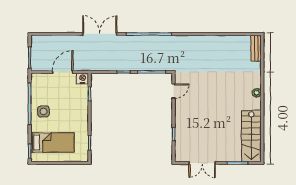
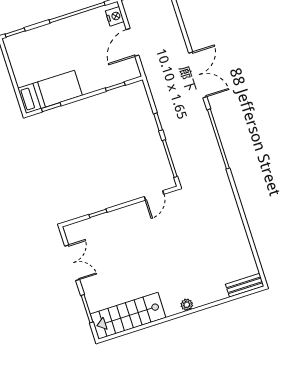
door: (63, 72) -> (133, 42), swing flipped
nightstand: (83, 79) -> (115, 16), moved
door: (174, 91) -> (154, 195), hinge flipped
side table: (43, 111) -> (73, 34), removed
bed: (52, 142) -> (50, 92), moved, turned -90
double door: (202, 163) -> (72, 263), swing flipped

